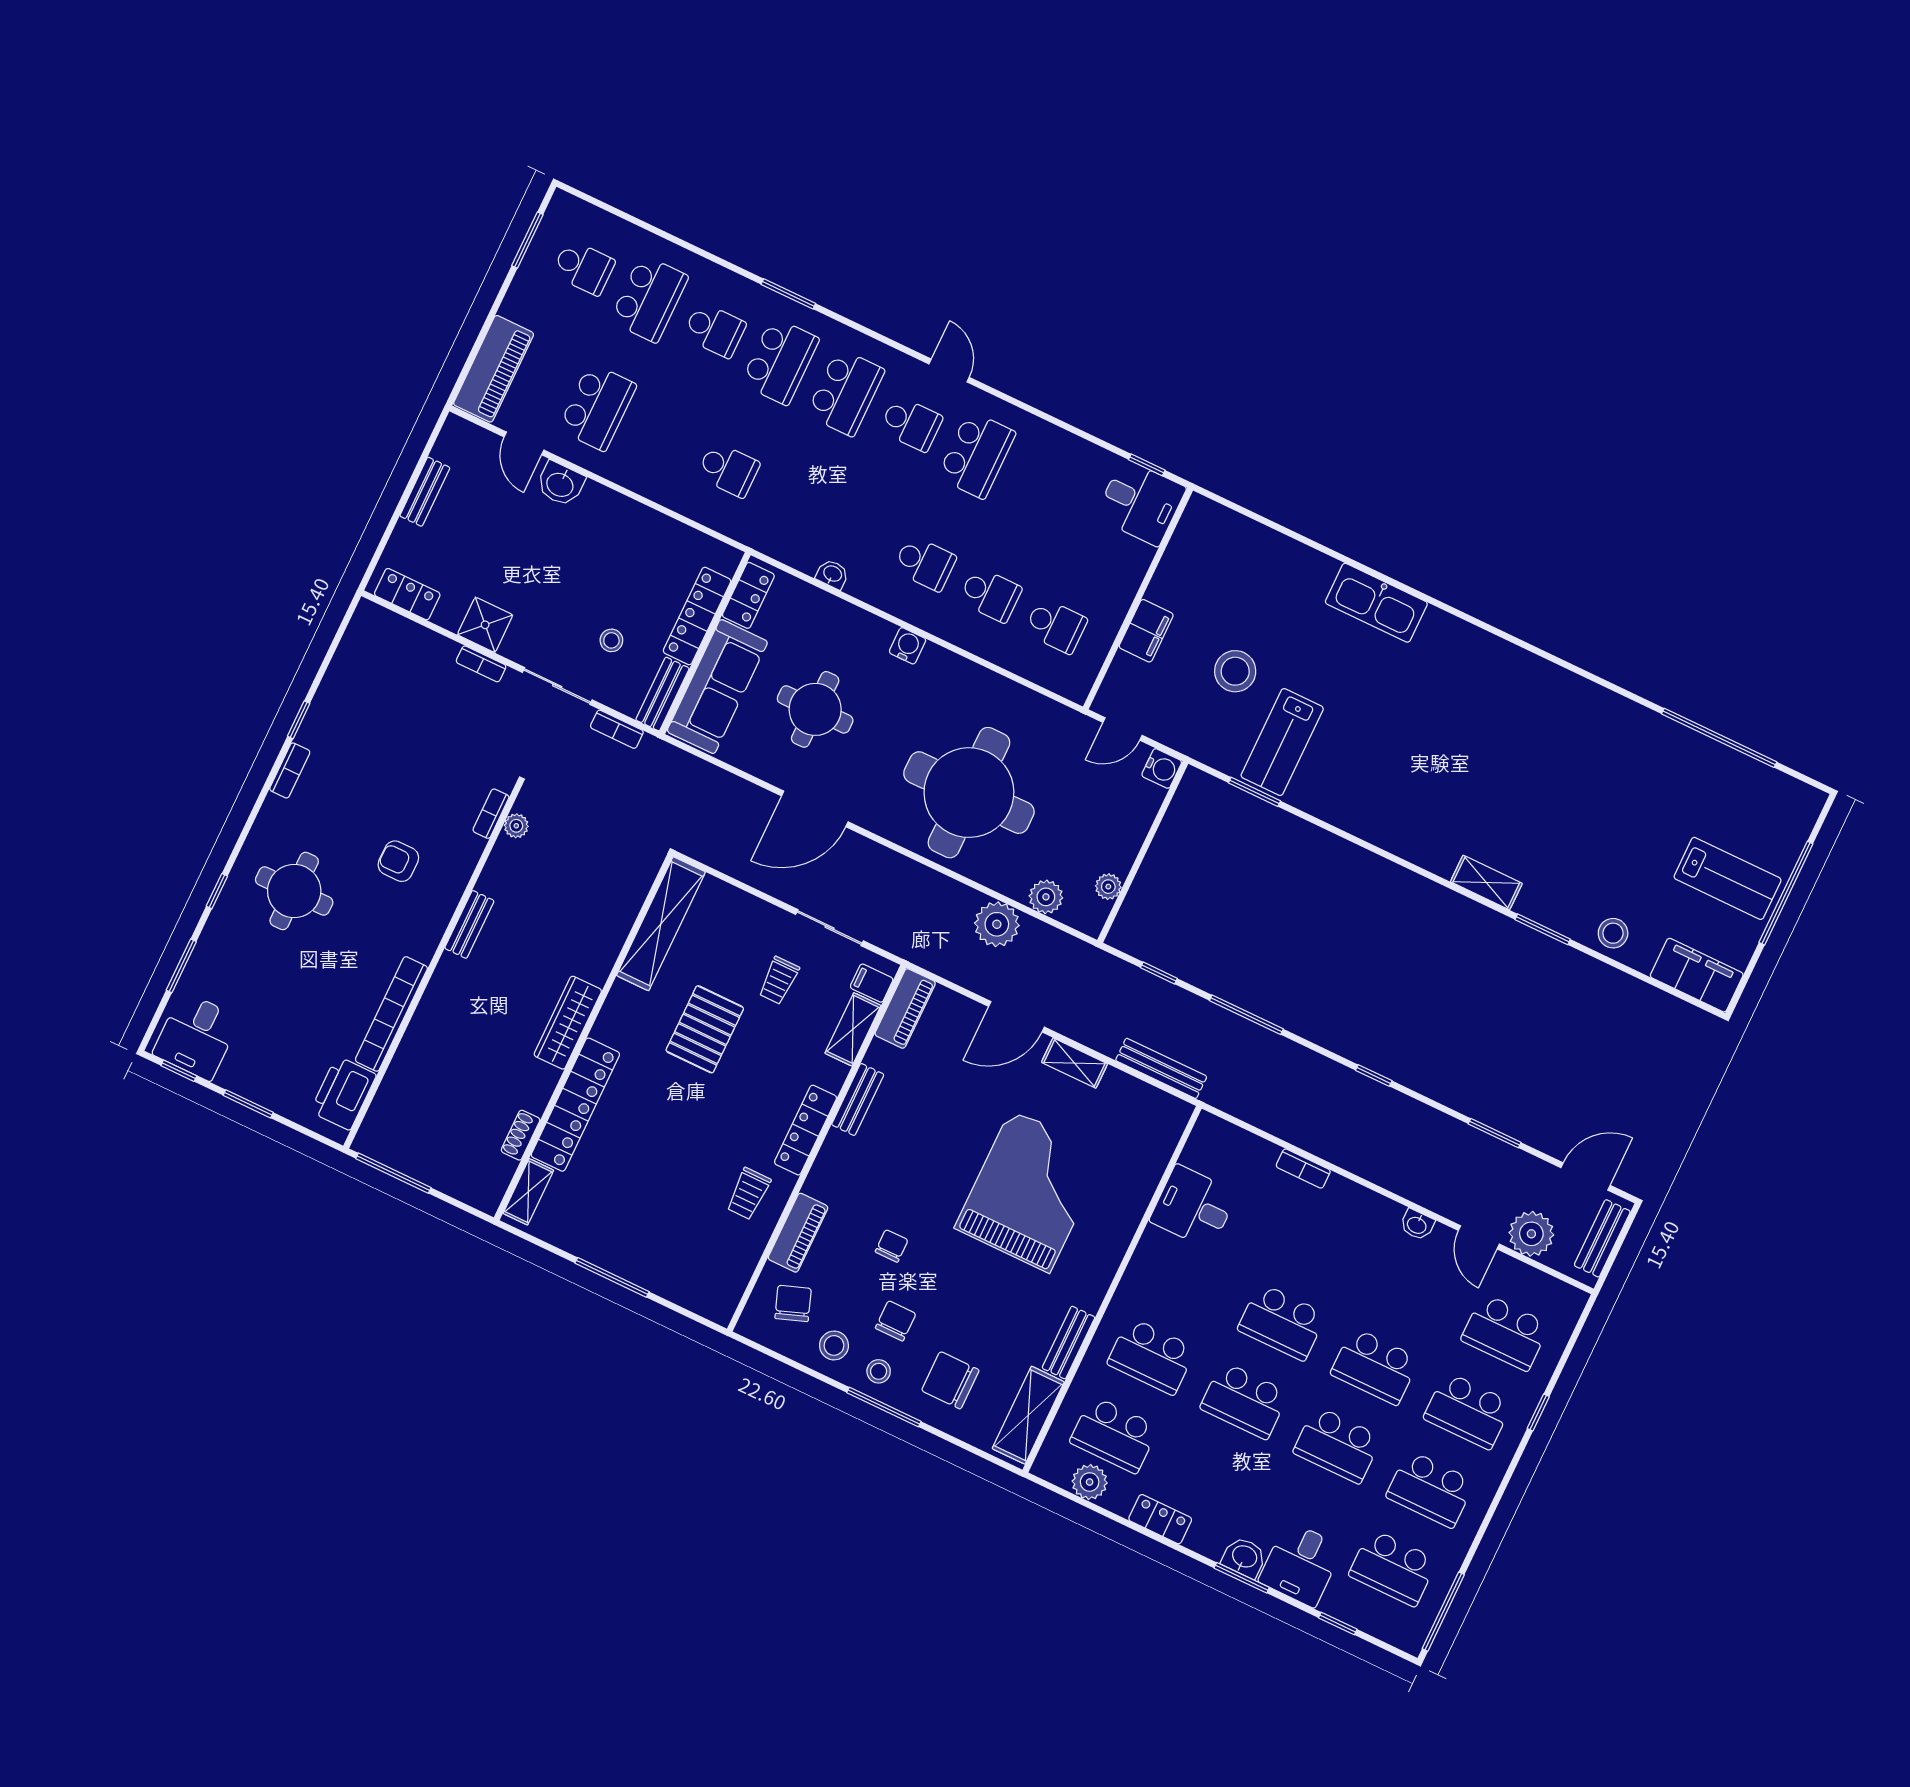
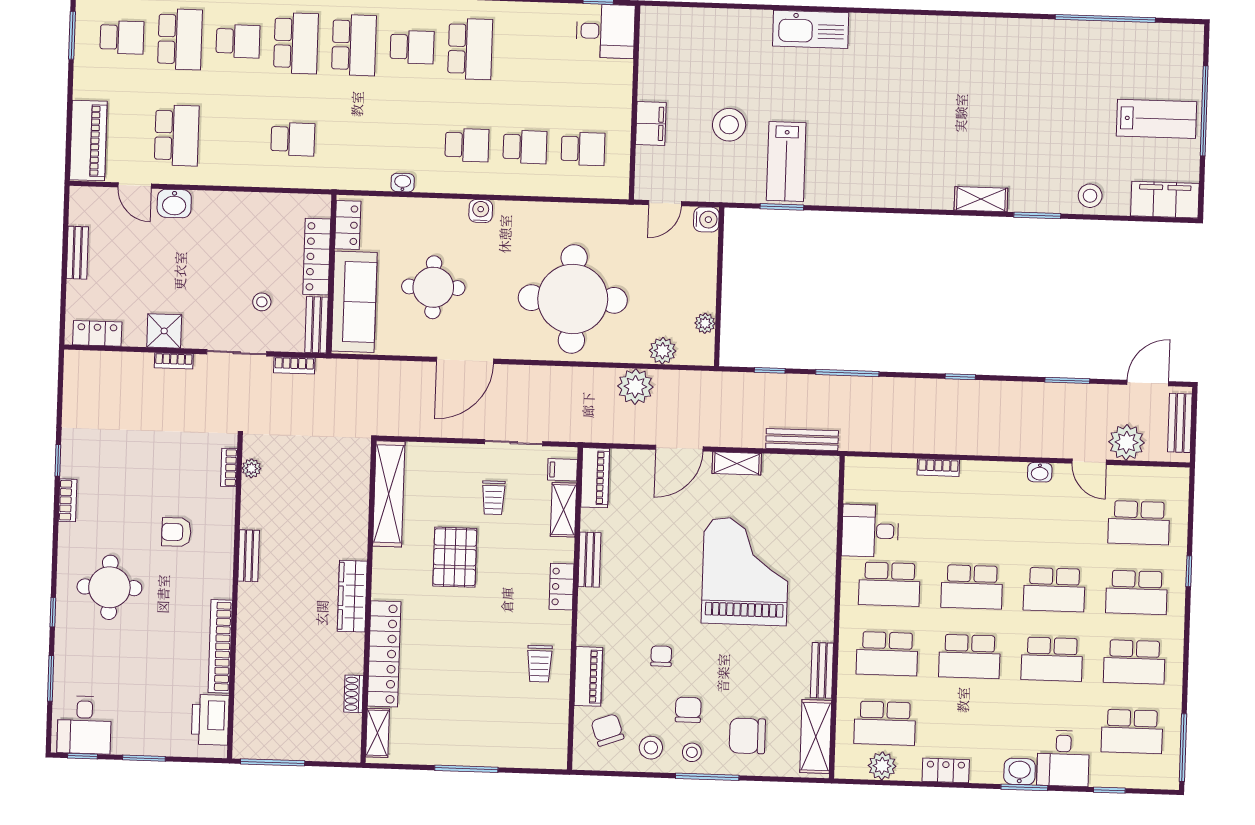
locker: (806, 1130) -> (561, 587), width x0.66
school desk: (1189, 1278) -> (889, 584), added

